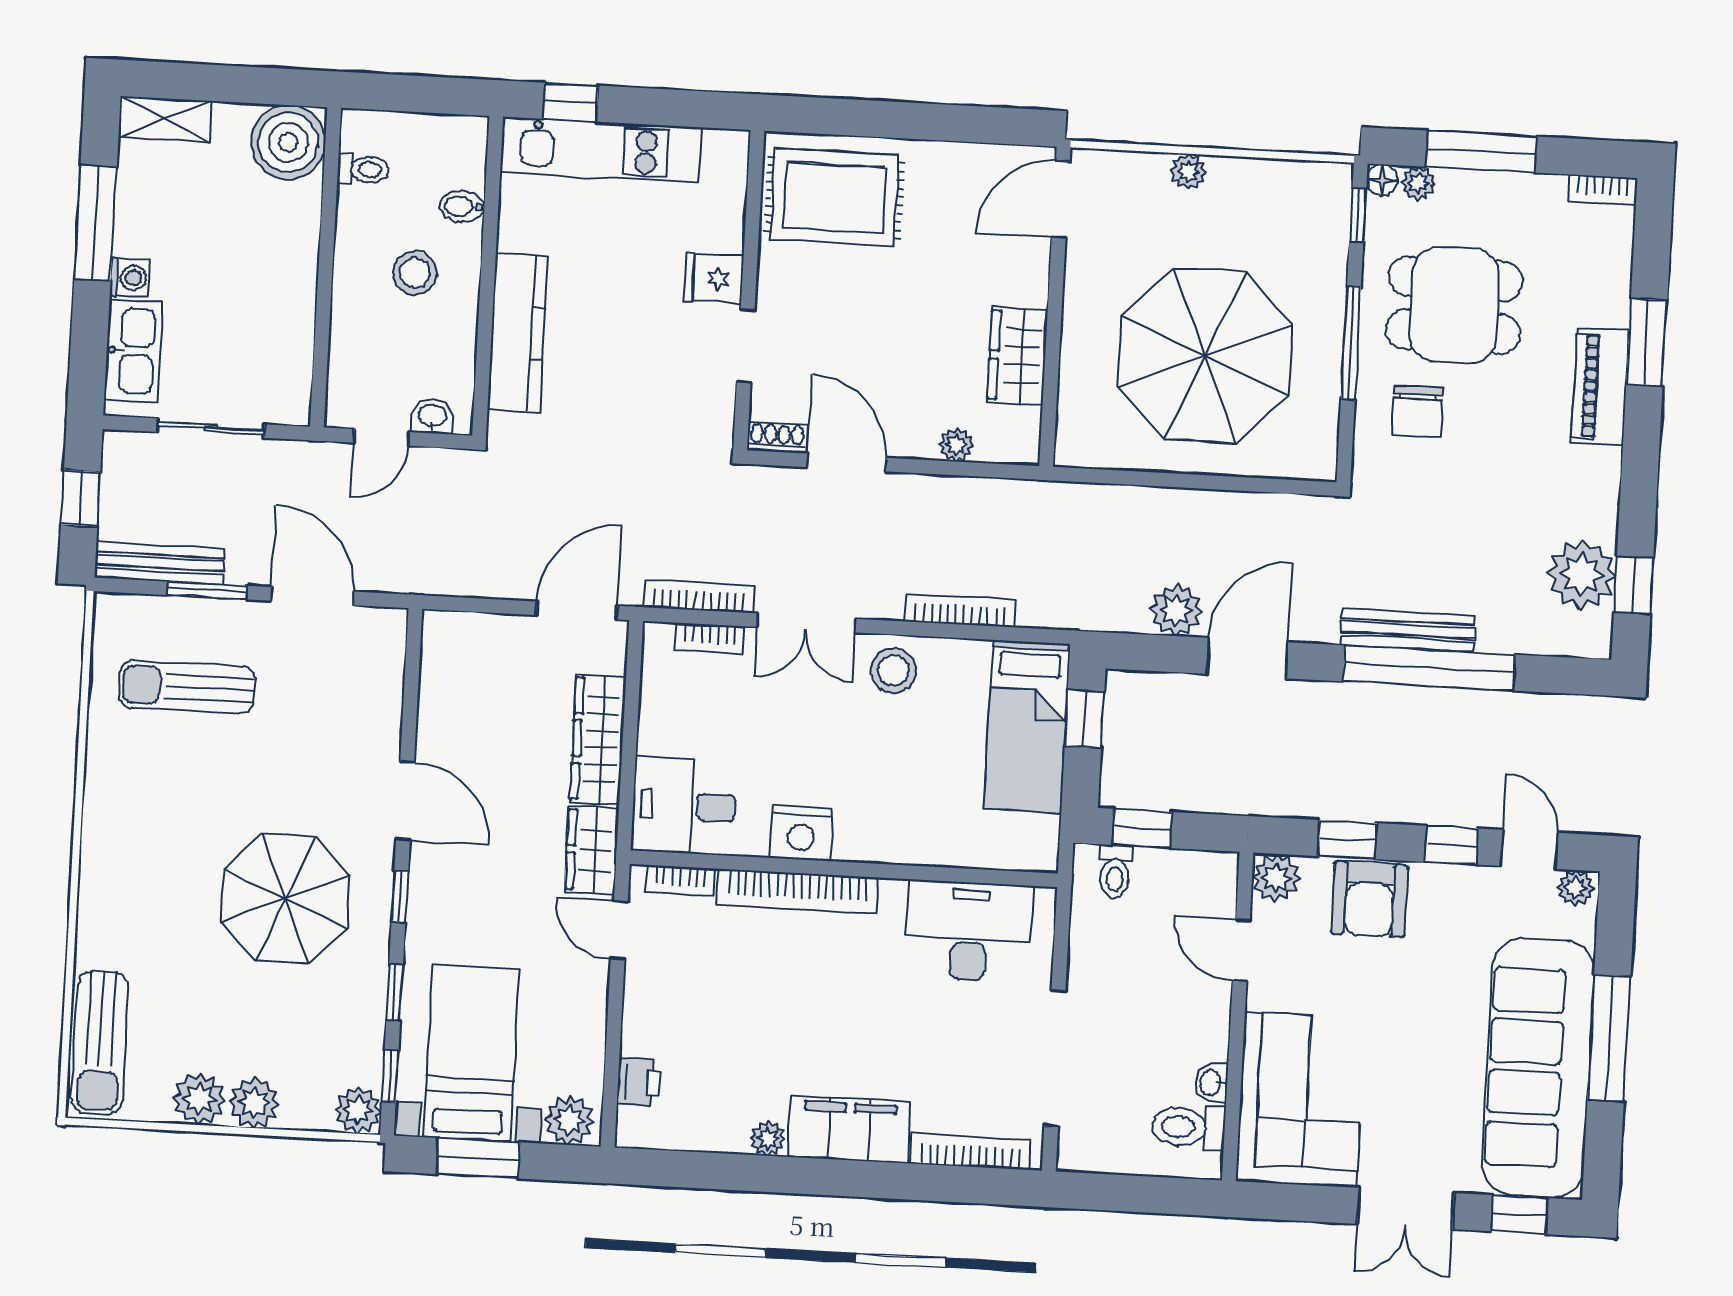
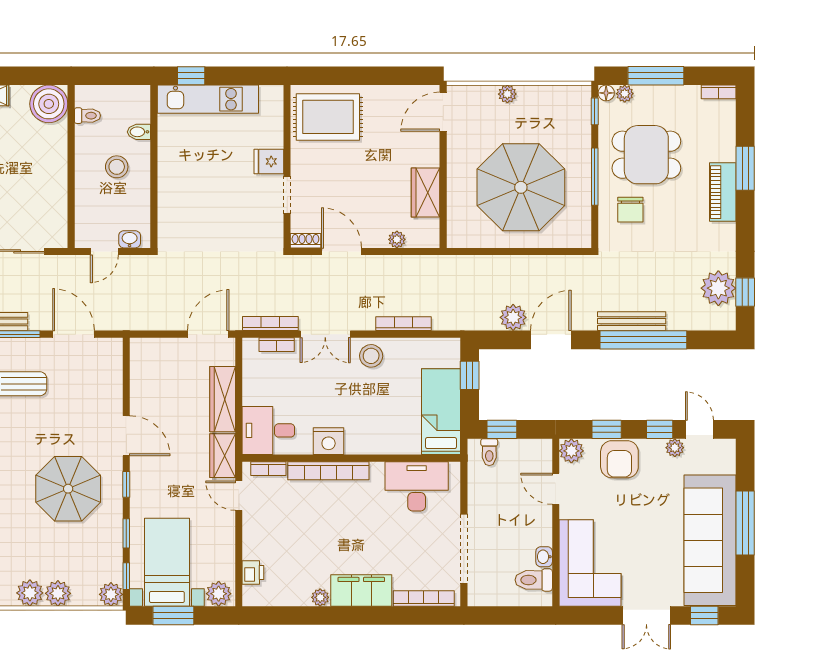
kitchen counter: (518, 333) -> (171, 195), removed
bed: (1027, 726) -> (441, 412), moved, turned 180
plant: (1575, 888) -> (675, 448), moved

